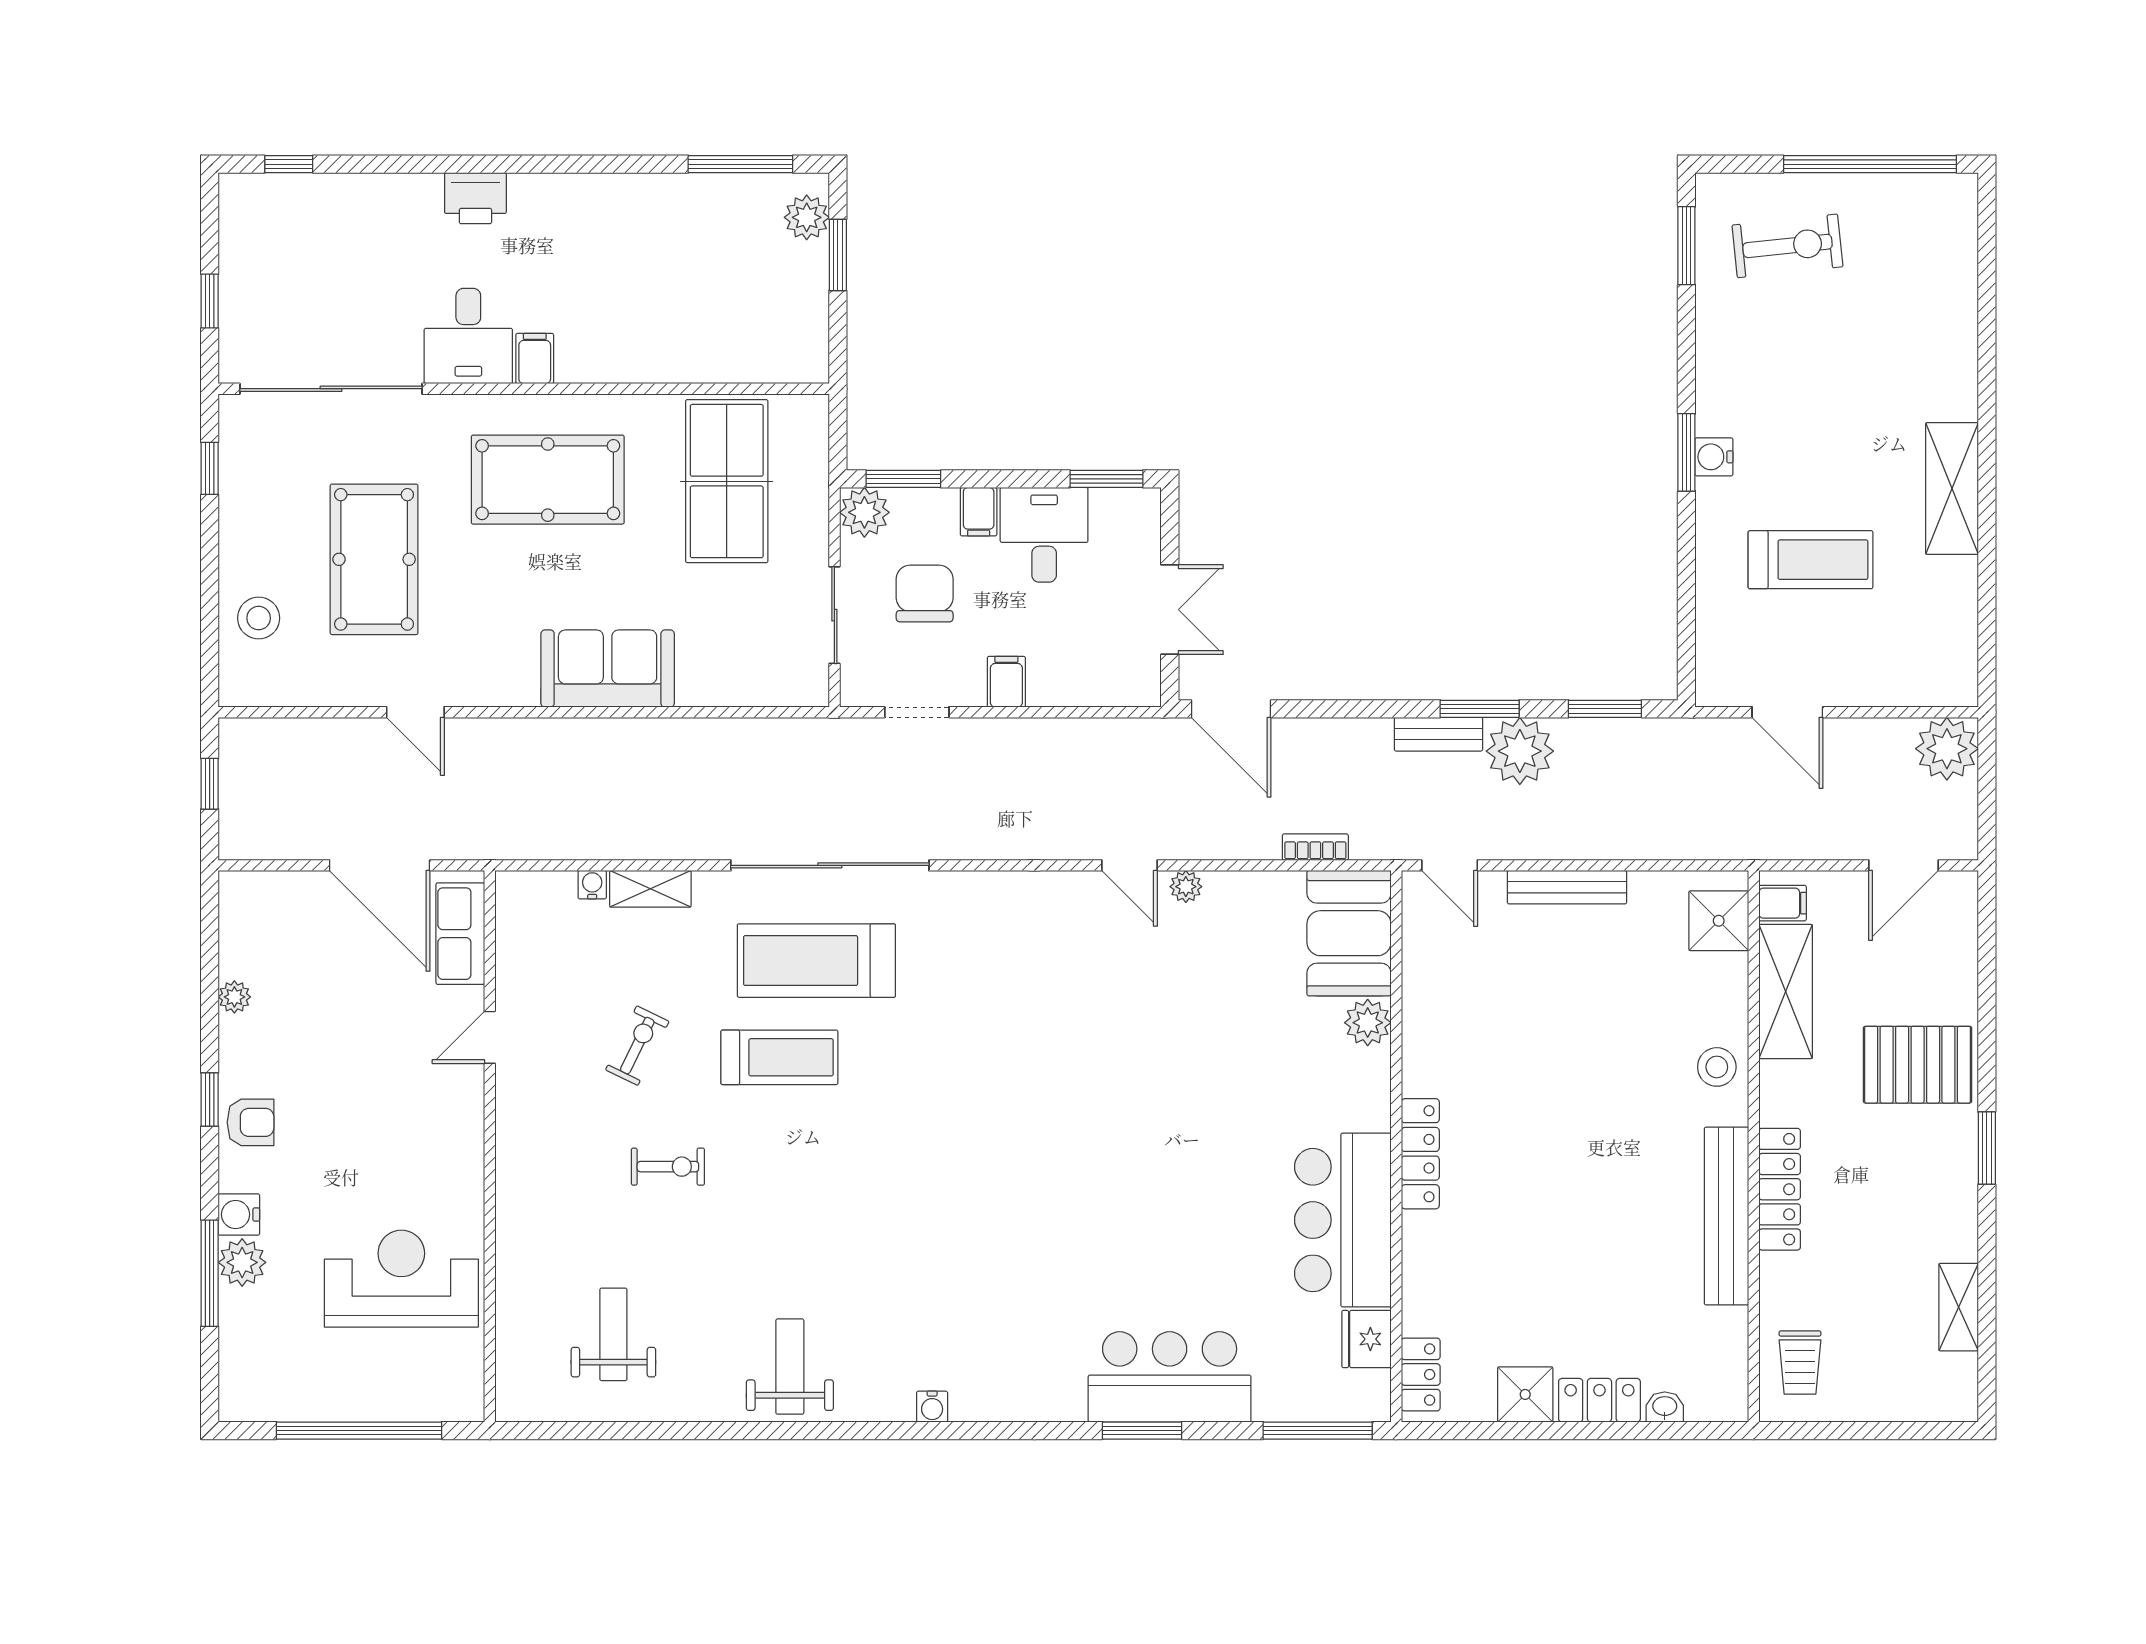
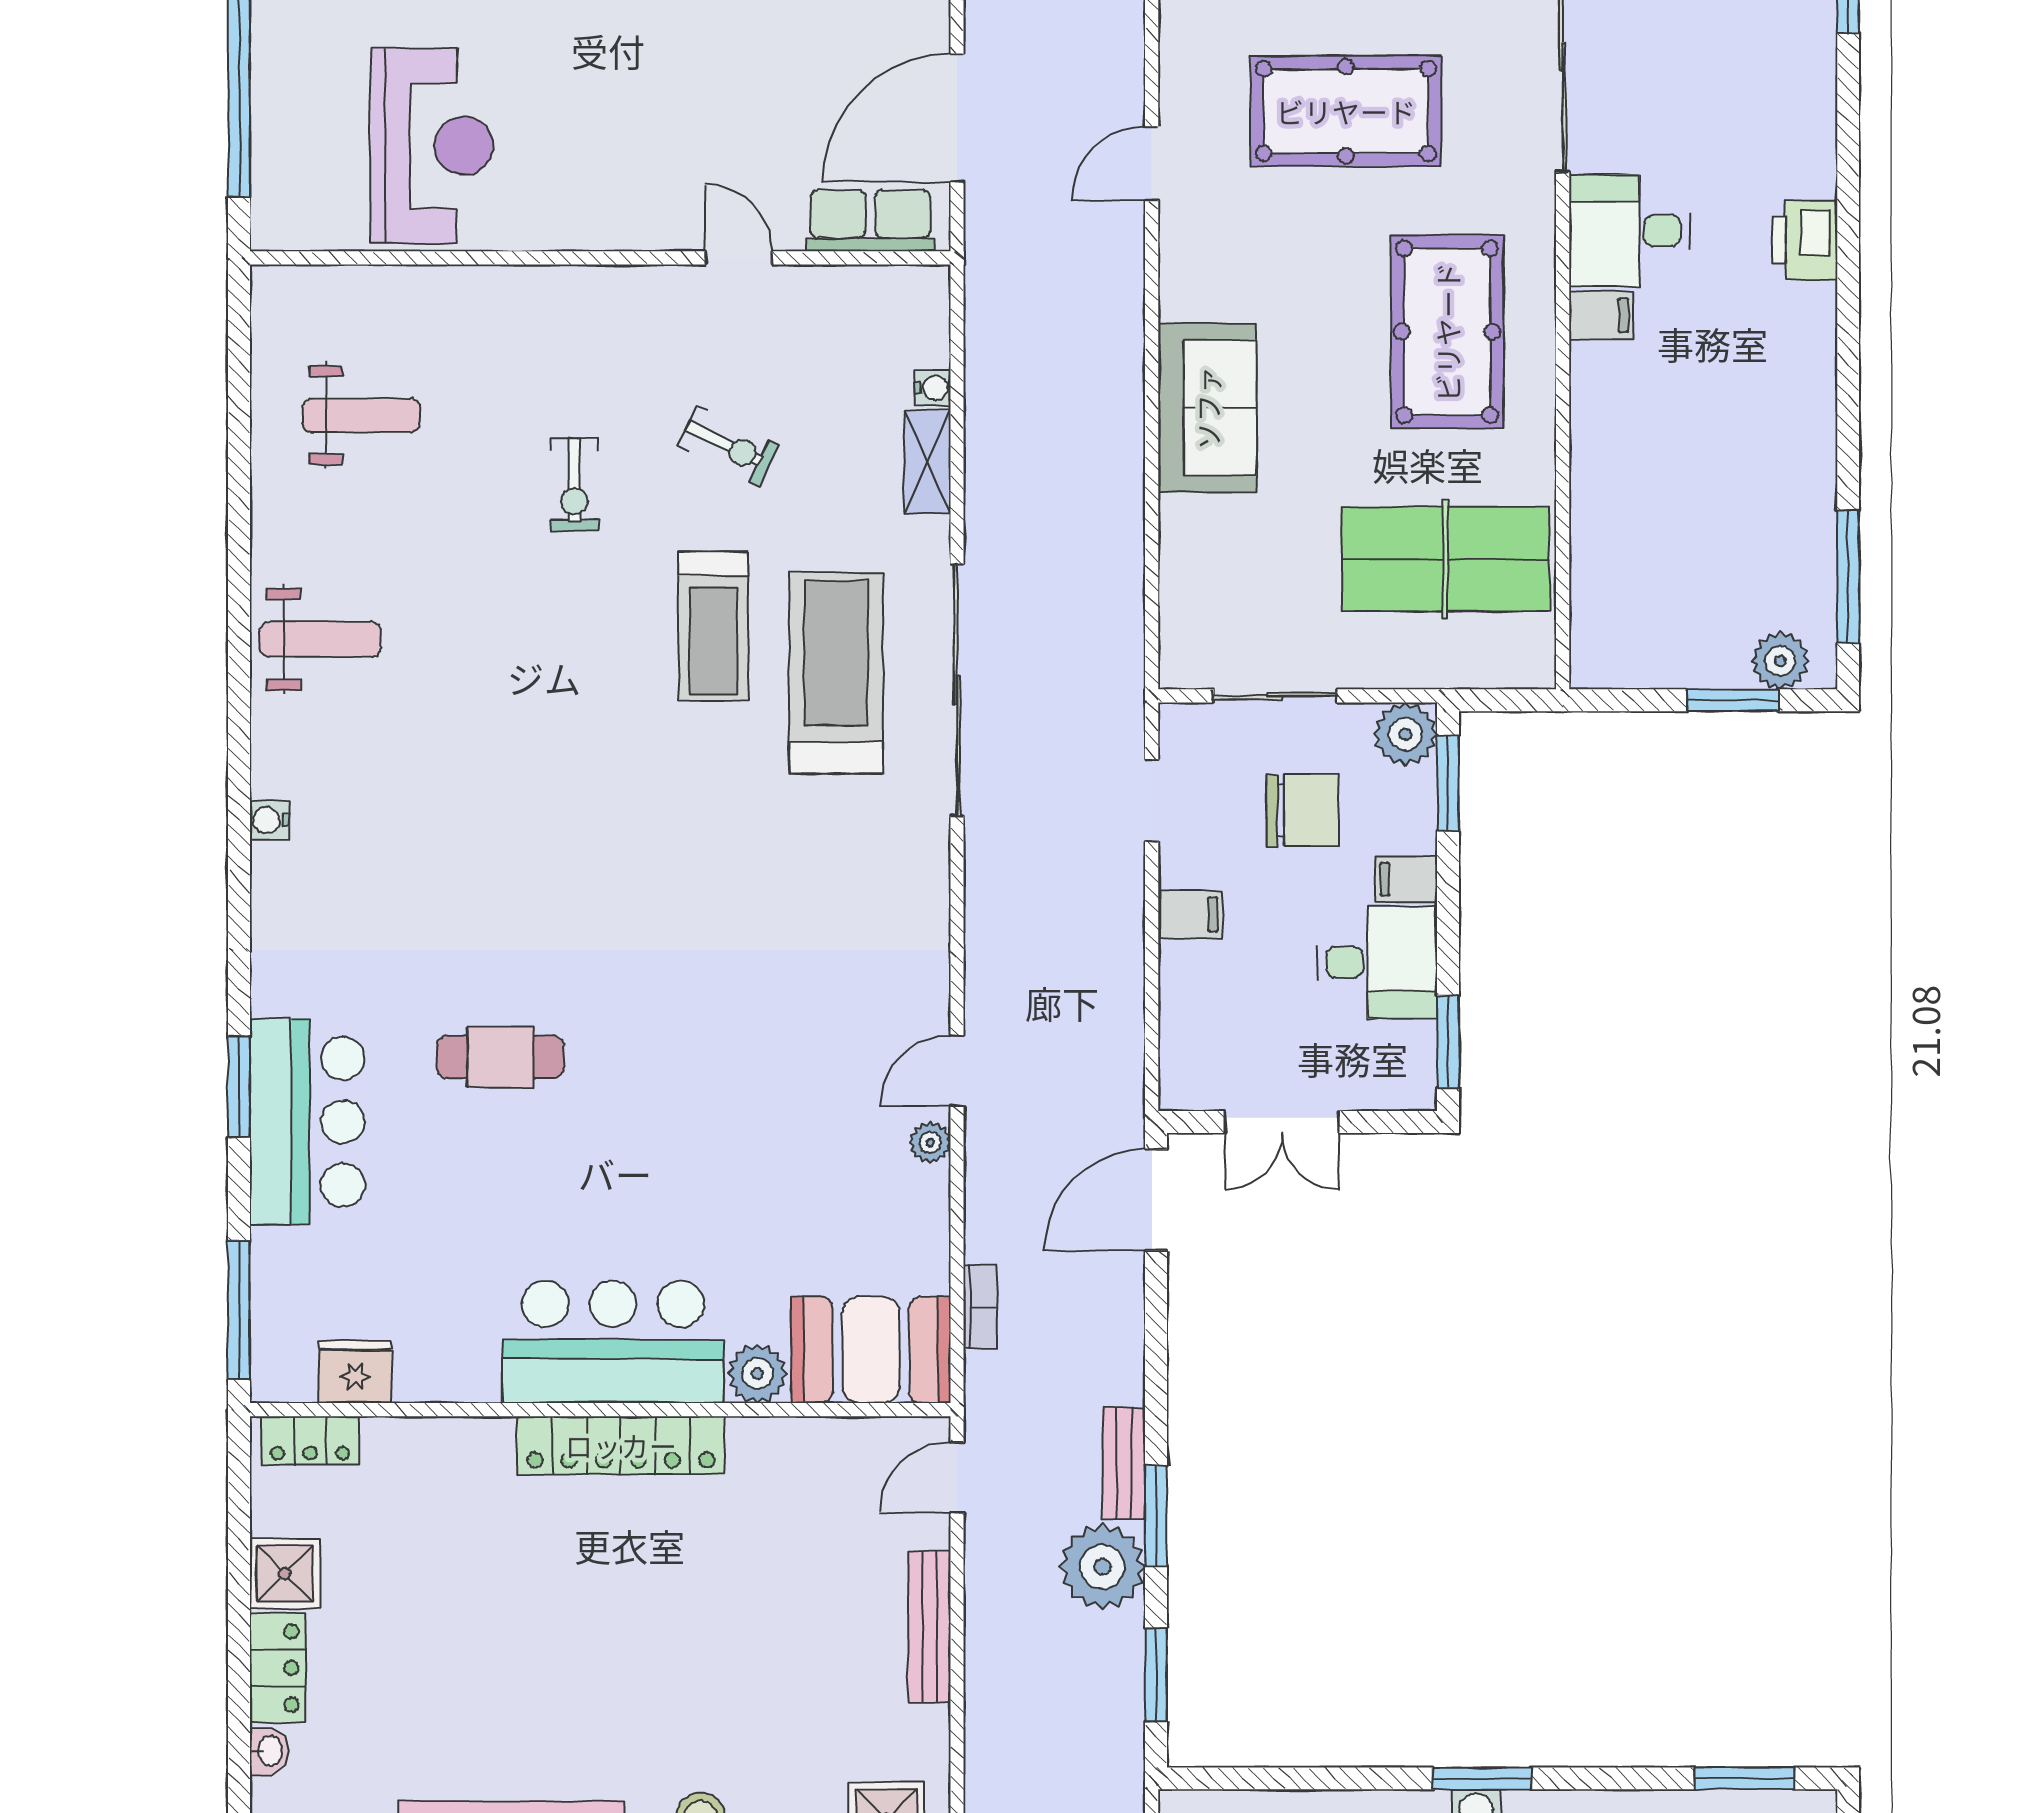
locker: (1420, 1154) -> (621, 1445), width x1.41, depth x1.21
bar counter: (1343, 1220) -> (613, 1342), moved
cafe table: (1118, 1225) -> (500, 1057), added

